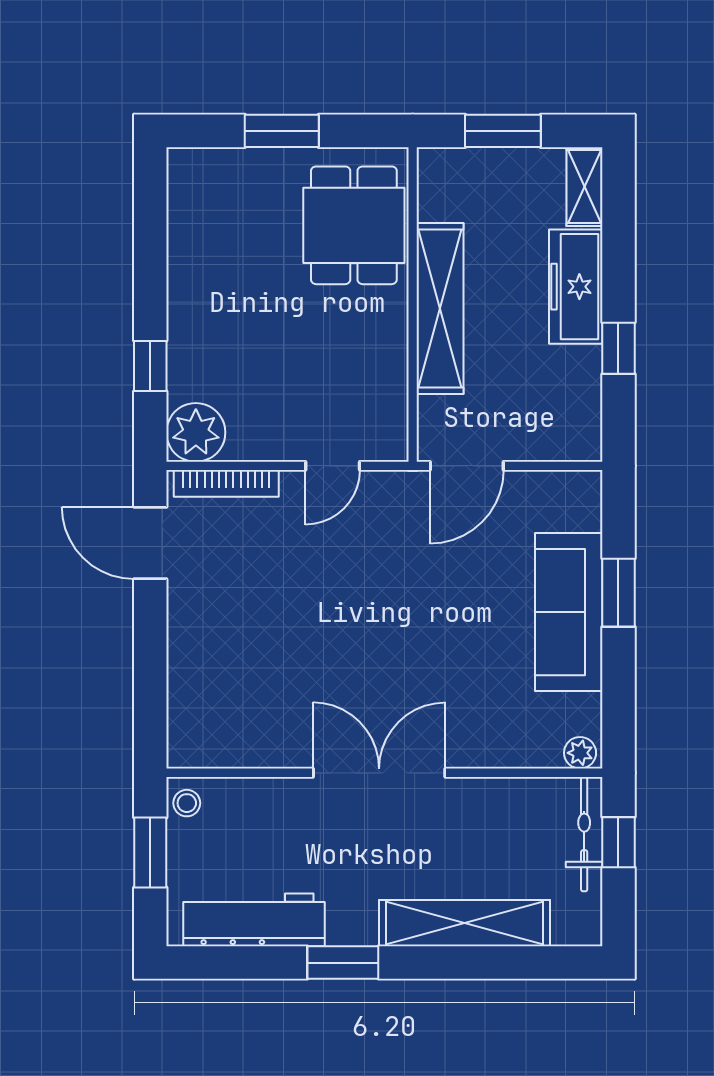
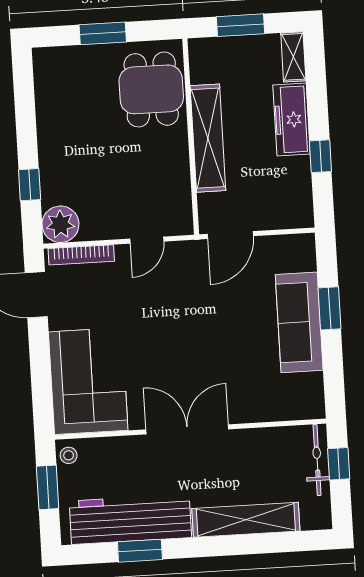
corner sofa: (225, 686) -> (88, 381), added
plant: (580, 753) -> (312, 409), removed
workbench: (254, 920) -> (130, 519), width x1.36, depth x1.32
window: (343, 963) -> (140, 551), moved

